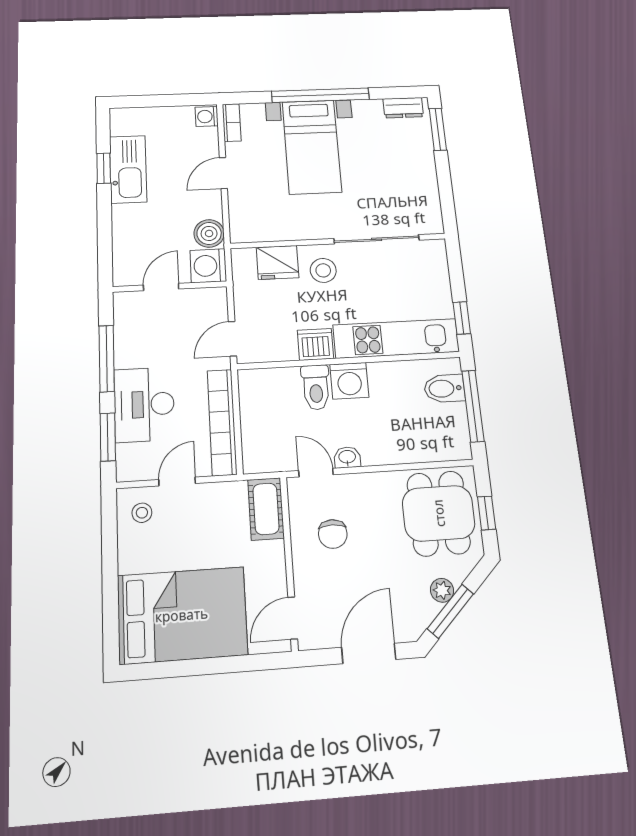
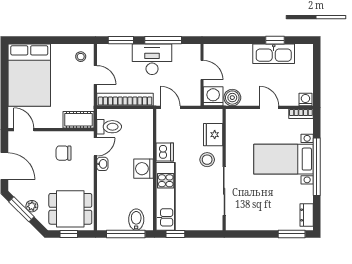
toilet: (316, 387) -> (109, 127), moved, turned 180
desk: (144, 404) -> (152, 59), moved

